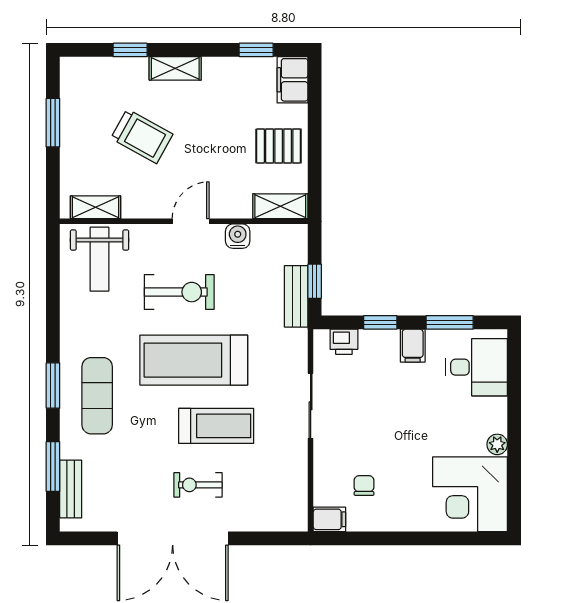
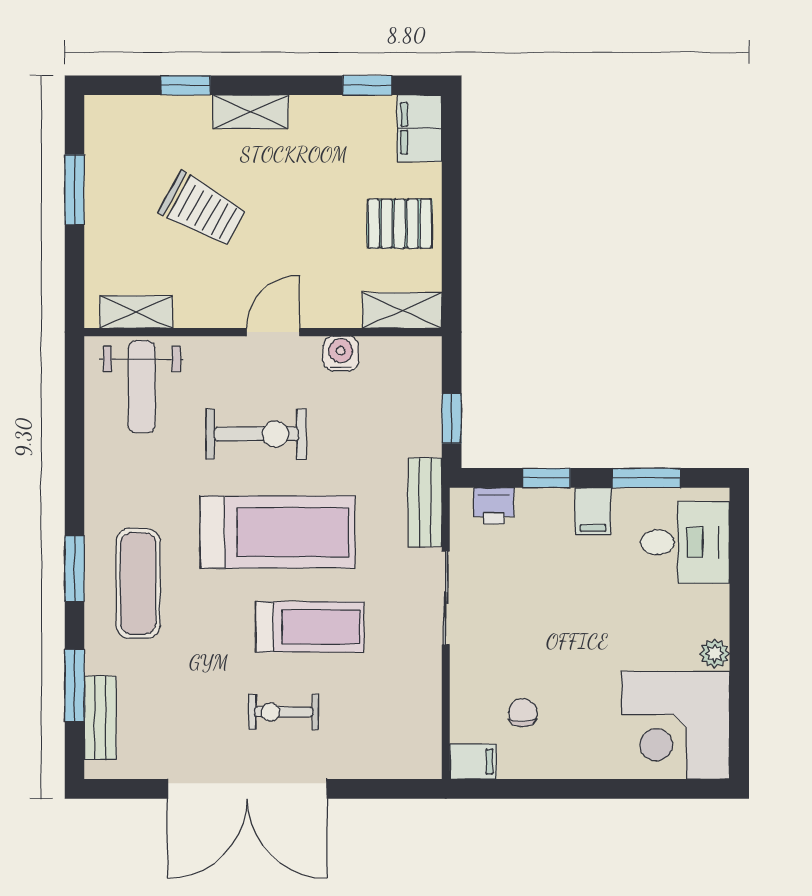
bench: (296, 296) -> (425, 502), moved
treadmill: (194, 360) -> (277, 532), turned 180

